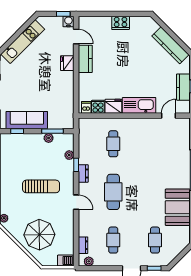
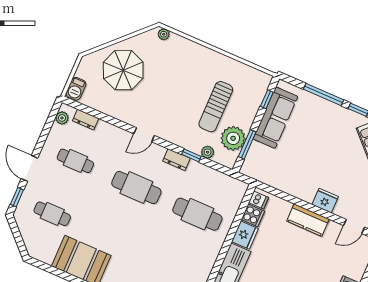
kitchen counter: (85, 59) -> (308, 220), moved
plant: (49, 138) -> (233, 138), width x1.87, depth x1.87
cafe table: (113, 144) -> (197, 214), width x1.37, depth x1.35
sun lounger: (41, 186) -> (216, 107), moved

